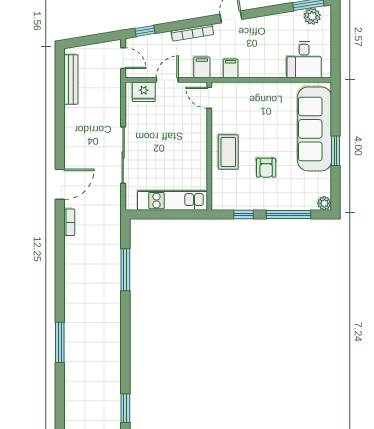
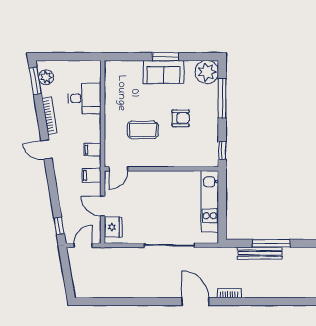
bookcase: (192, 33) -> (49, 116), moved
desk: (304, 60) -> (85, 98), moved
bench: (71, 79) -> (260, 253), moved
sofa: (315, 129) -> (163, 72), width x0.54, depth x0.79
coffee table: (228, 152) -> (143, 130), moved
plant: (324, 203) -> (207, 72), width x1.88, depth x1.88
window: (243, 214) -> (222, 151), moved

